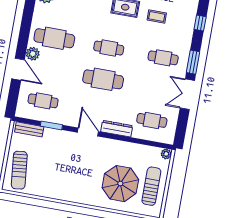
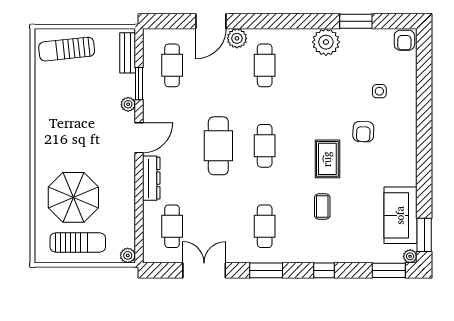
cafe table: (54, 38) -> (265, 65), width x0.73, depth x0.74
double door: (187, 94) -> (204, 270), moved
plant: (64, 135) -> (128, 104), added

